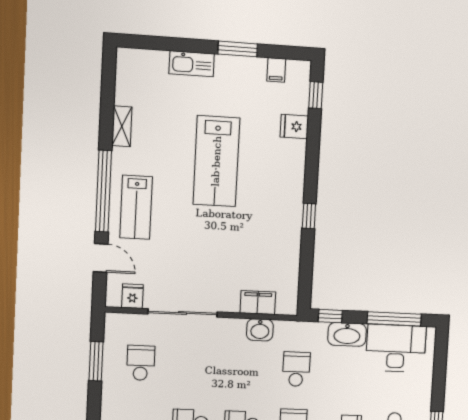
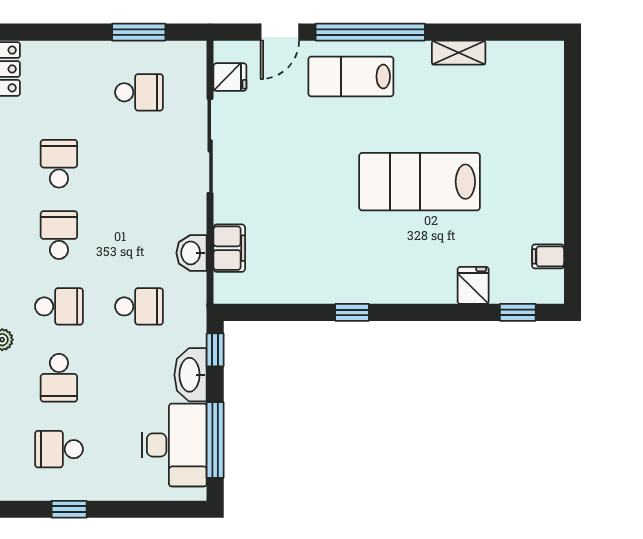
window: (238, 49) -> (572, 203), removed
kitchen sink: (192, 64) -> (548, 142), removed

